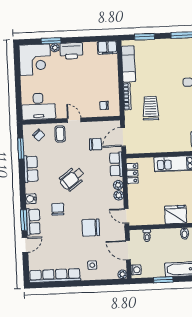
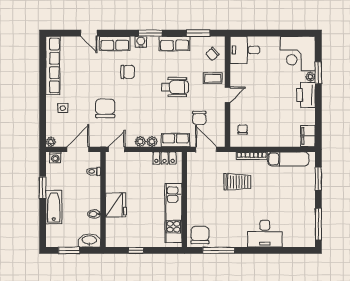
desk: (38, 106) -> (245, 50), width x0.73
wheelchair: (72, 179) -> (175, 87), moved, turned 127
window: (24, 220) -> (150, 33), moved

